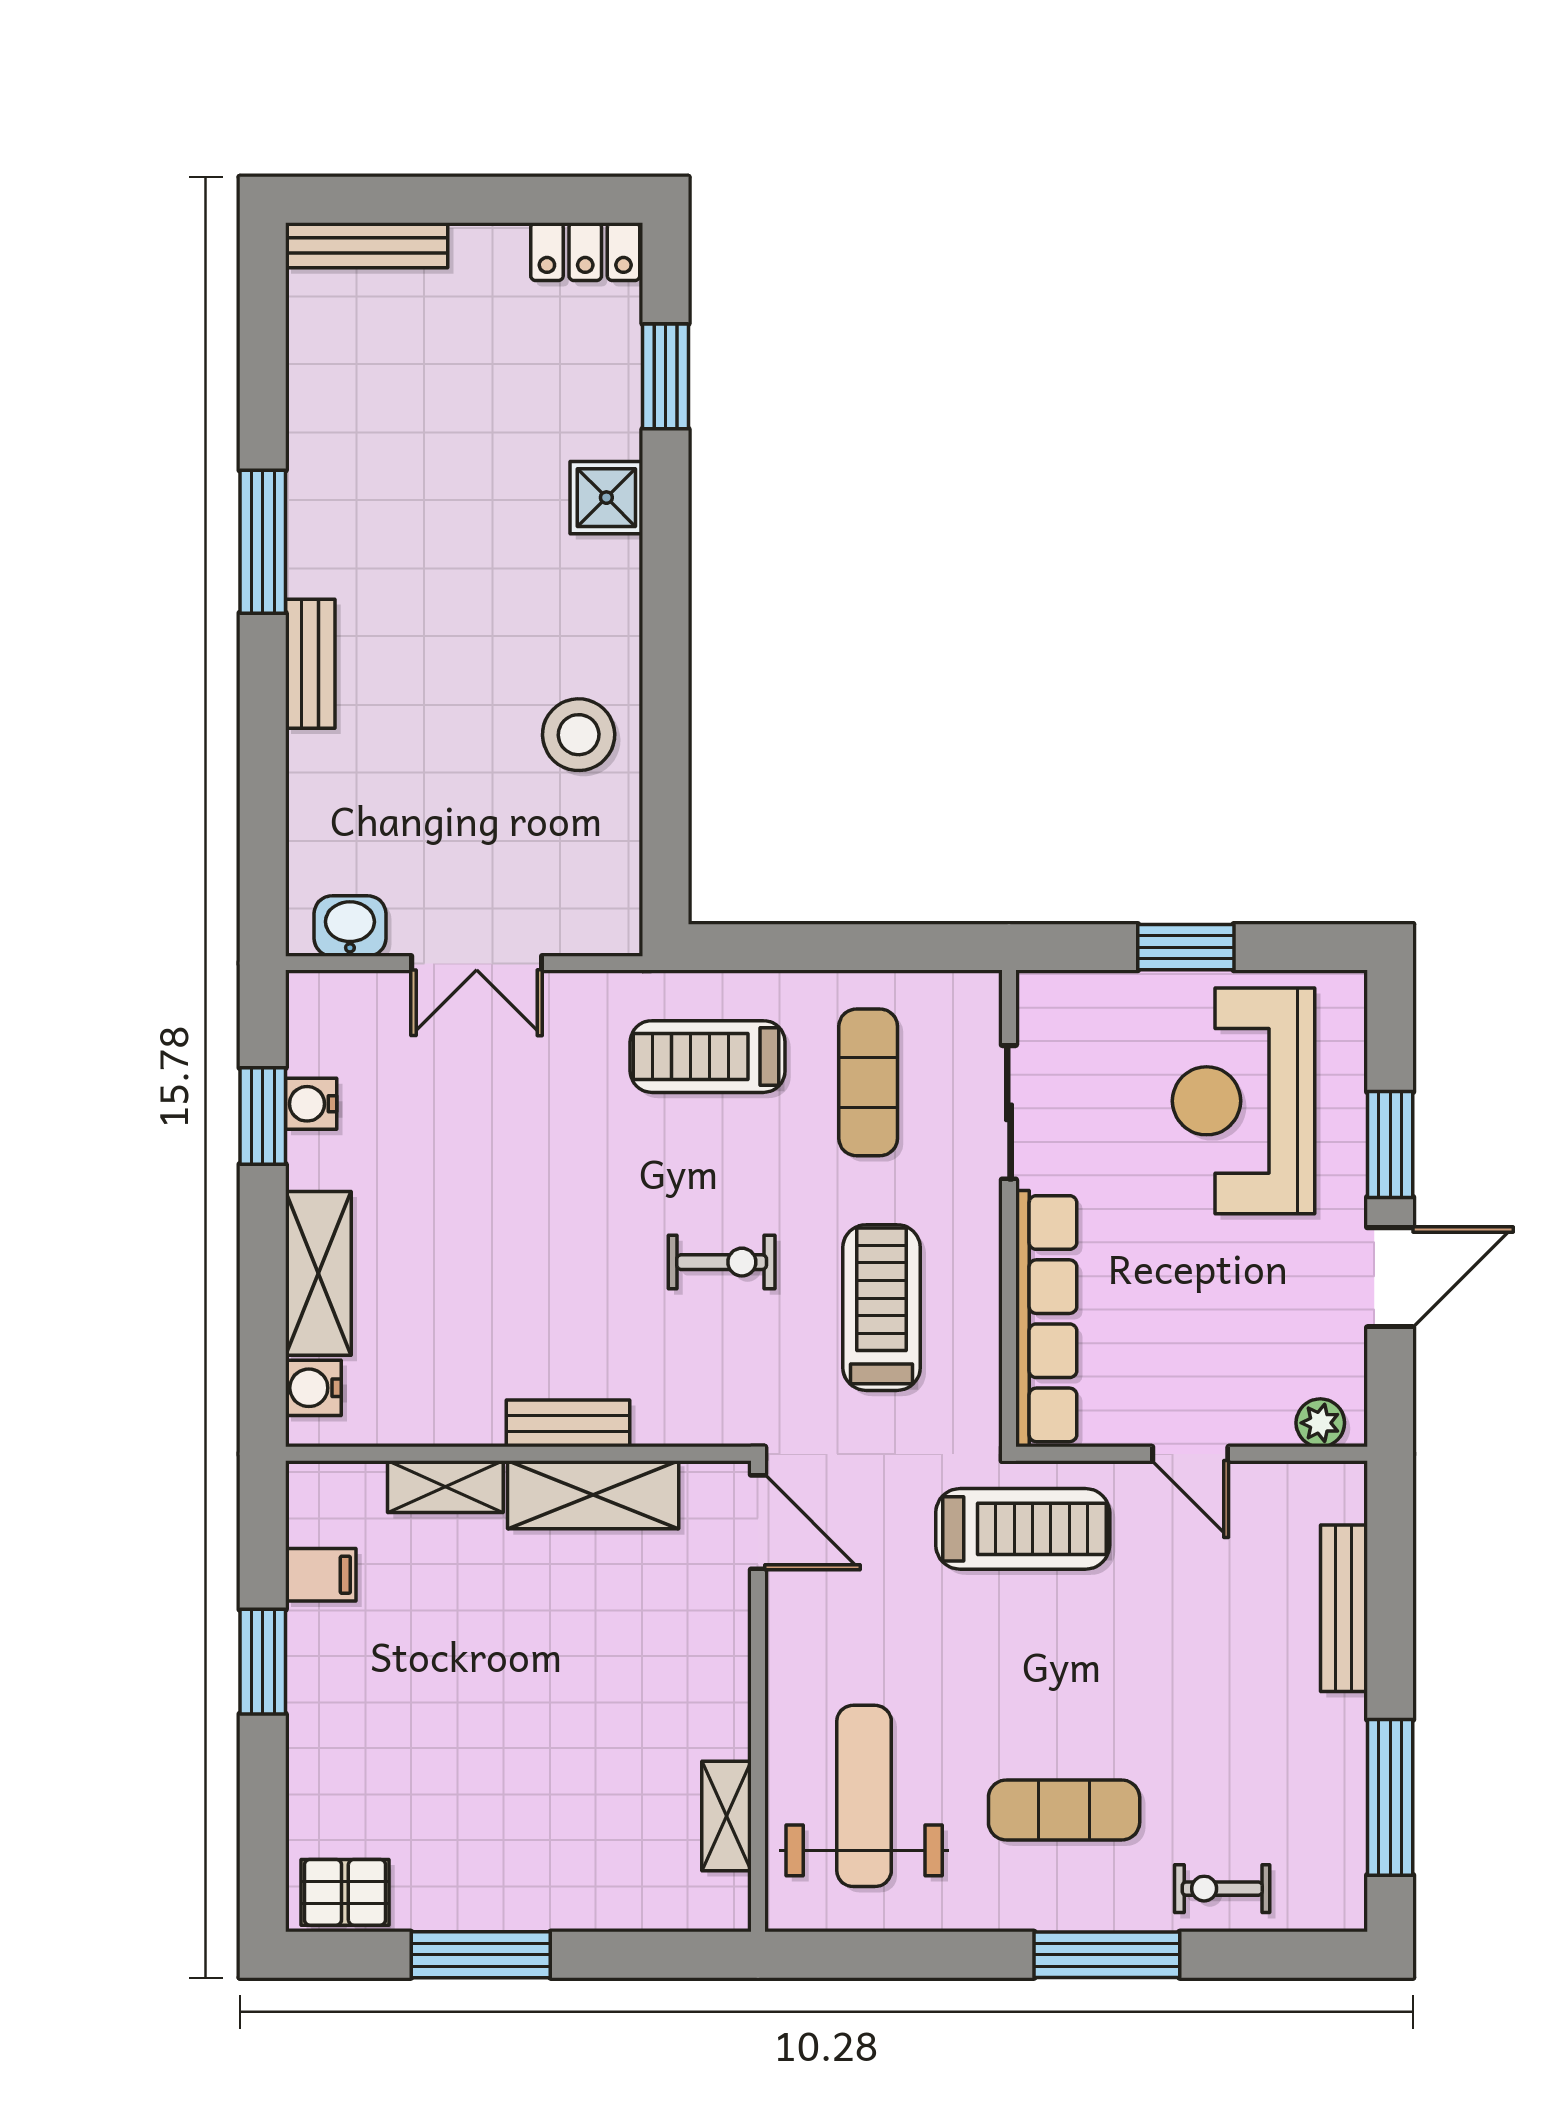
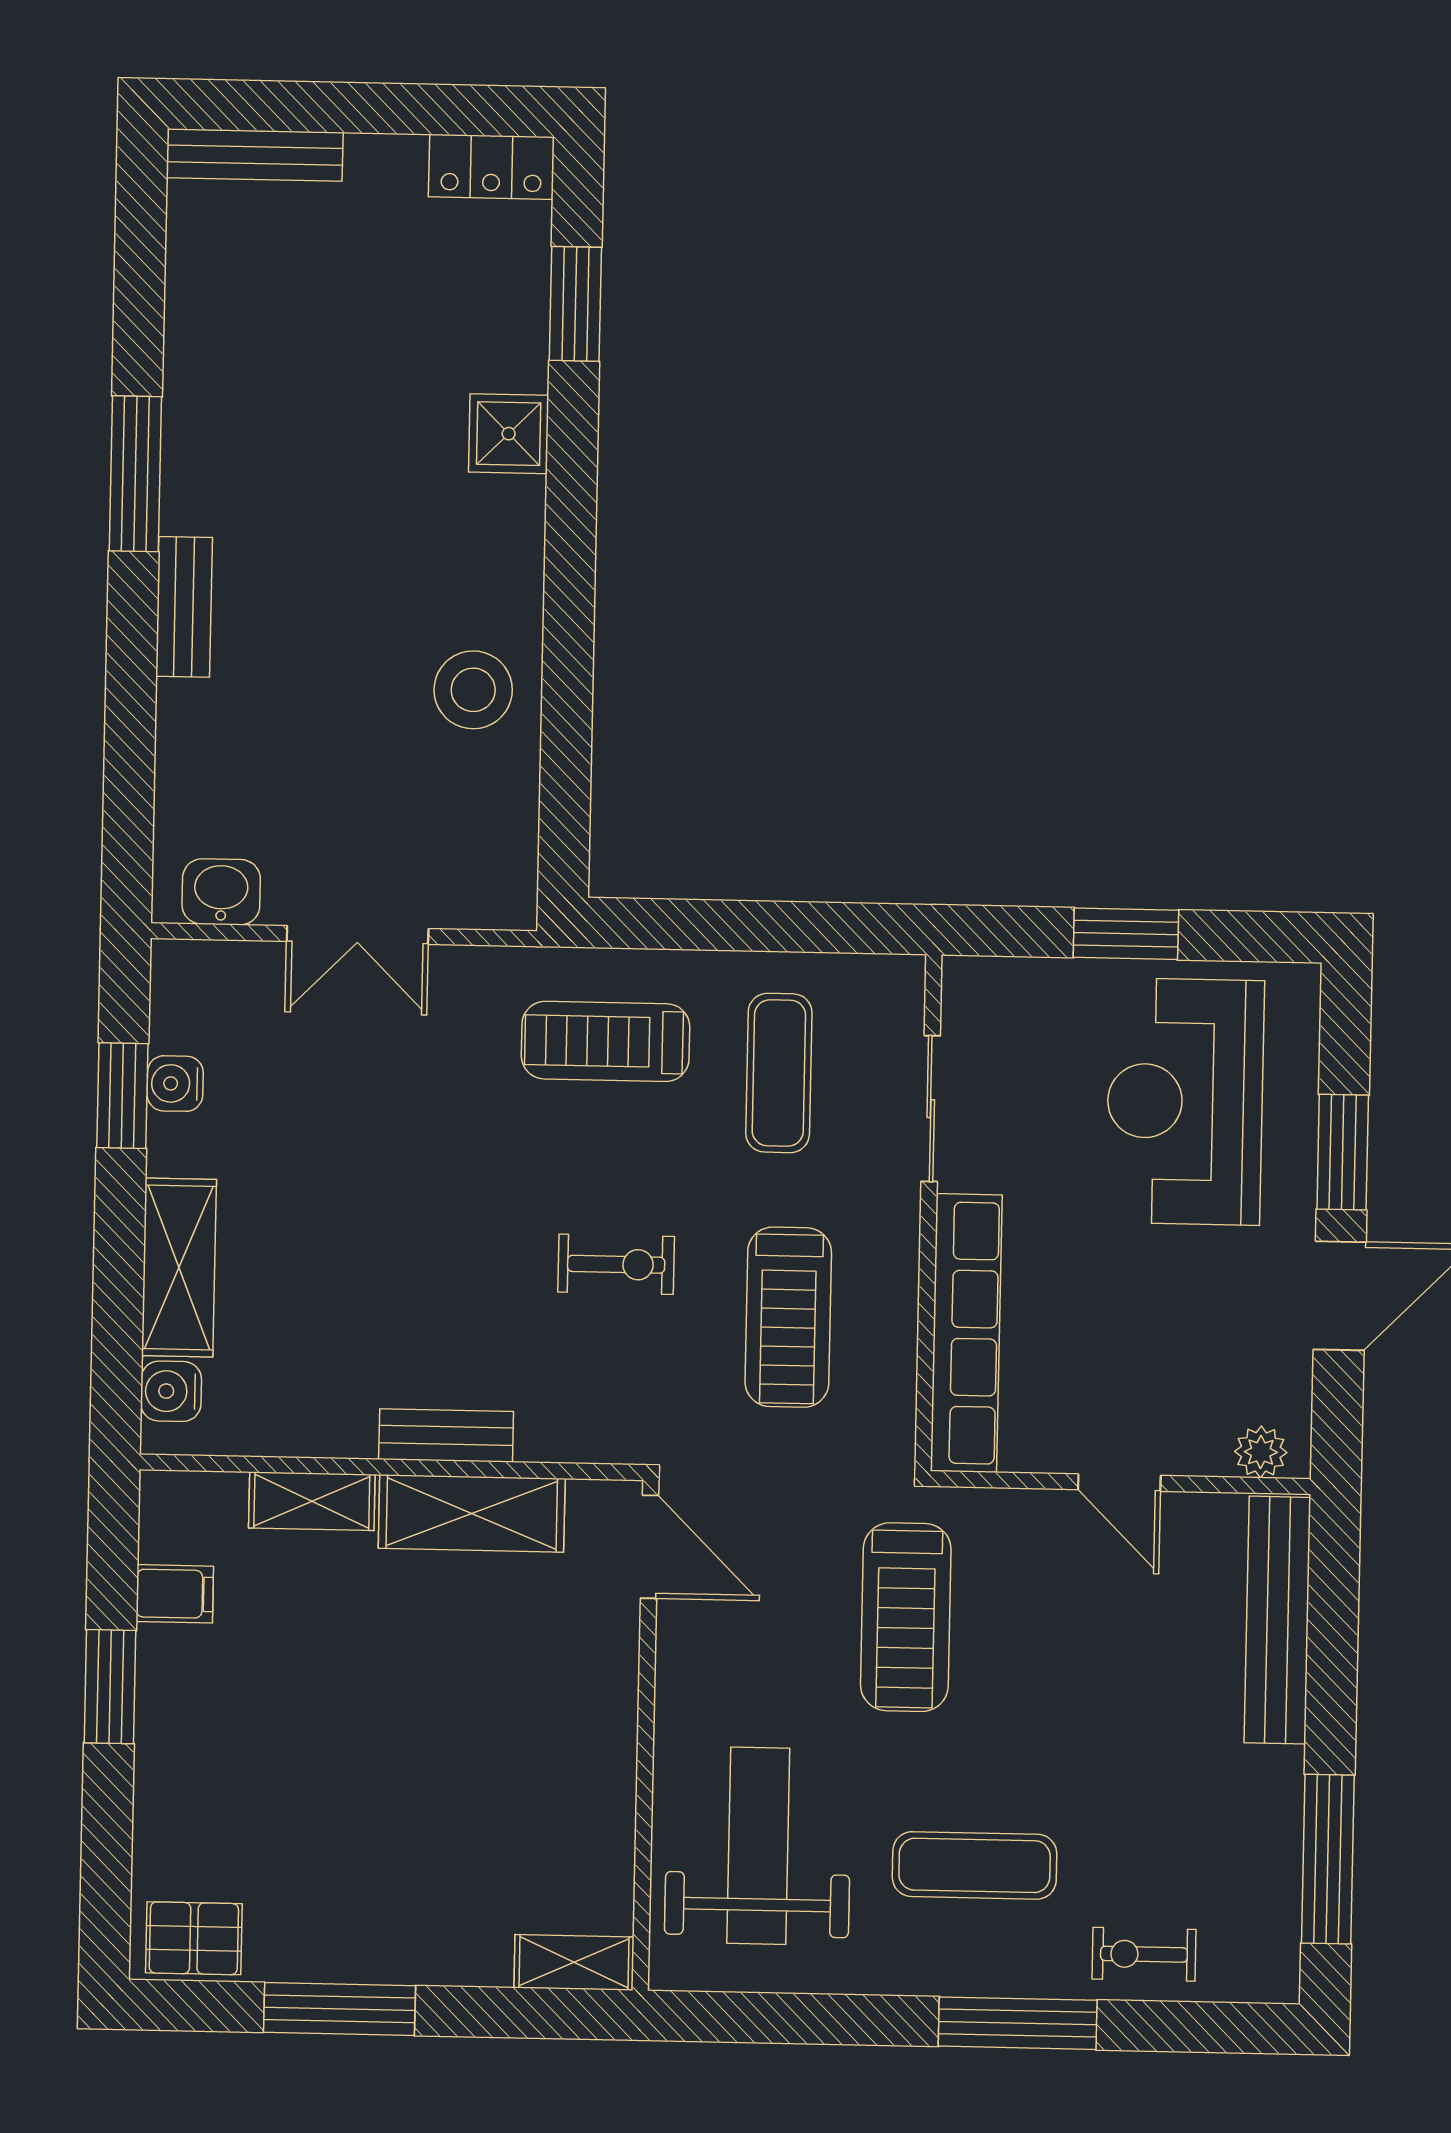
treadmill: (882, 1308) -> (788, 1317), turned 180
treadmill: (1023, 1529) -> (906, 1617), moved, turned 90
bench: (1344, 1608) -> (1277, 1620), width x1.37, depth x1.21
shelving: (726, 1816) -> (574, 1962), moved, turned 90

